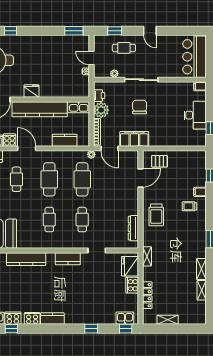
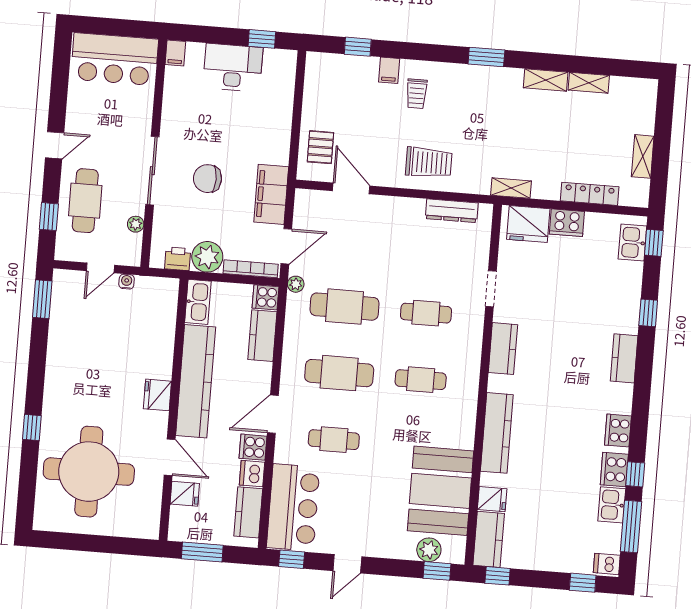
cafe table: (124, 48) -> (85, 201), width x1.37, depth x1.35
cooker: (84, 140) -> (265, 297), added
kitchen counter: (52, 319) -> (624, 358), moved

